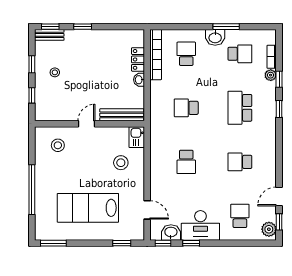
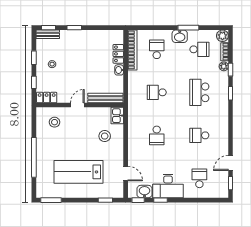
locker: (48, 114) -> (47, 97), added
plant: (269, 229) -> (222, 36), moved

